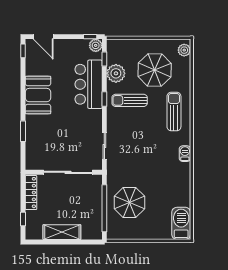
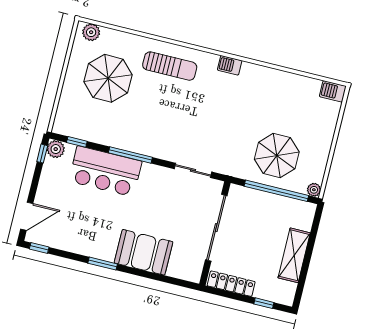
plant: (116, 73) -> (314, 190), moved, width x0.53, depth x0.53
booth: (38, 95) -> (144, 252), moved
window: (104, 99) -> (130, 155), width x2.17
sun lounger: (130, 100) -> (140, 122), removed
sun lounger: (174, 111) -> (170, 66), turned 180
window: (23, 131) -> (103, 264), moved
barbecue: (181, 223) -> (333, 91), width x0.53, depth x0.65

